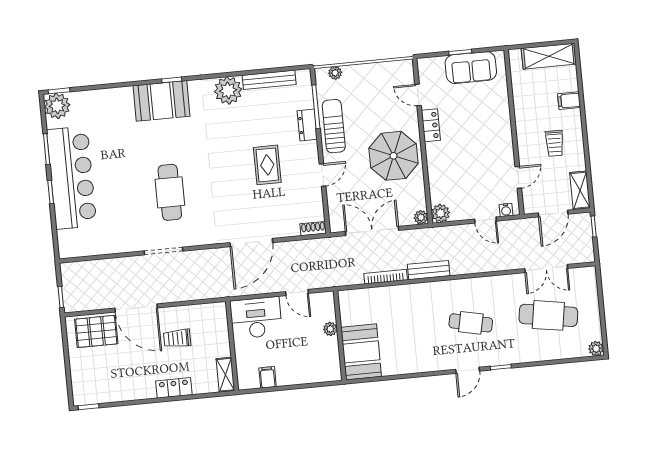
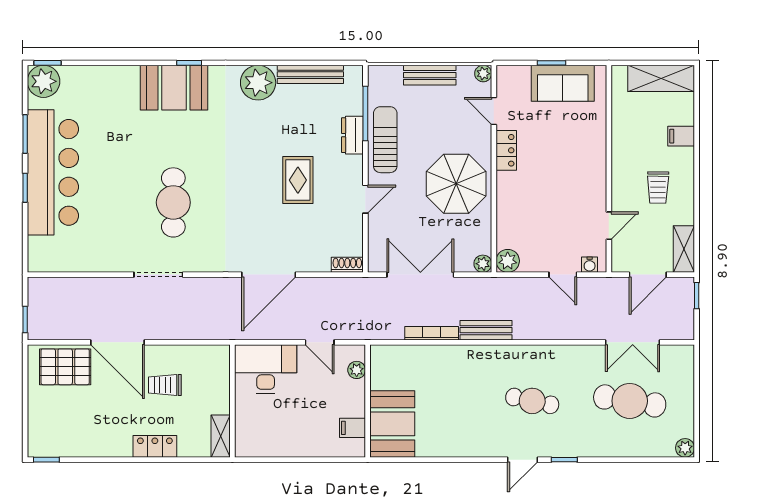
bench: (364, 71) -> (430, 75), added
plant: (335, 73) -> (483, 74), moved
plant: (330, 329) -> (357, 370), moved
filing cabinet: (268, 377) -> (352, 428), moved, turned -90

